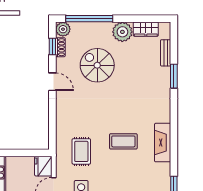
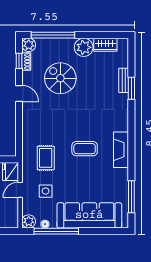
bench: (166, 53) -> (124, 80), moved

